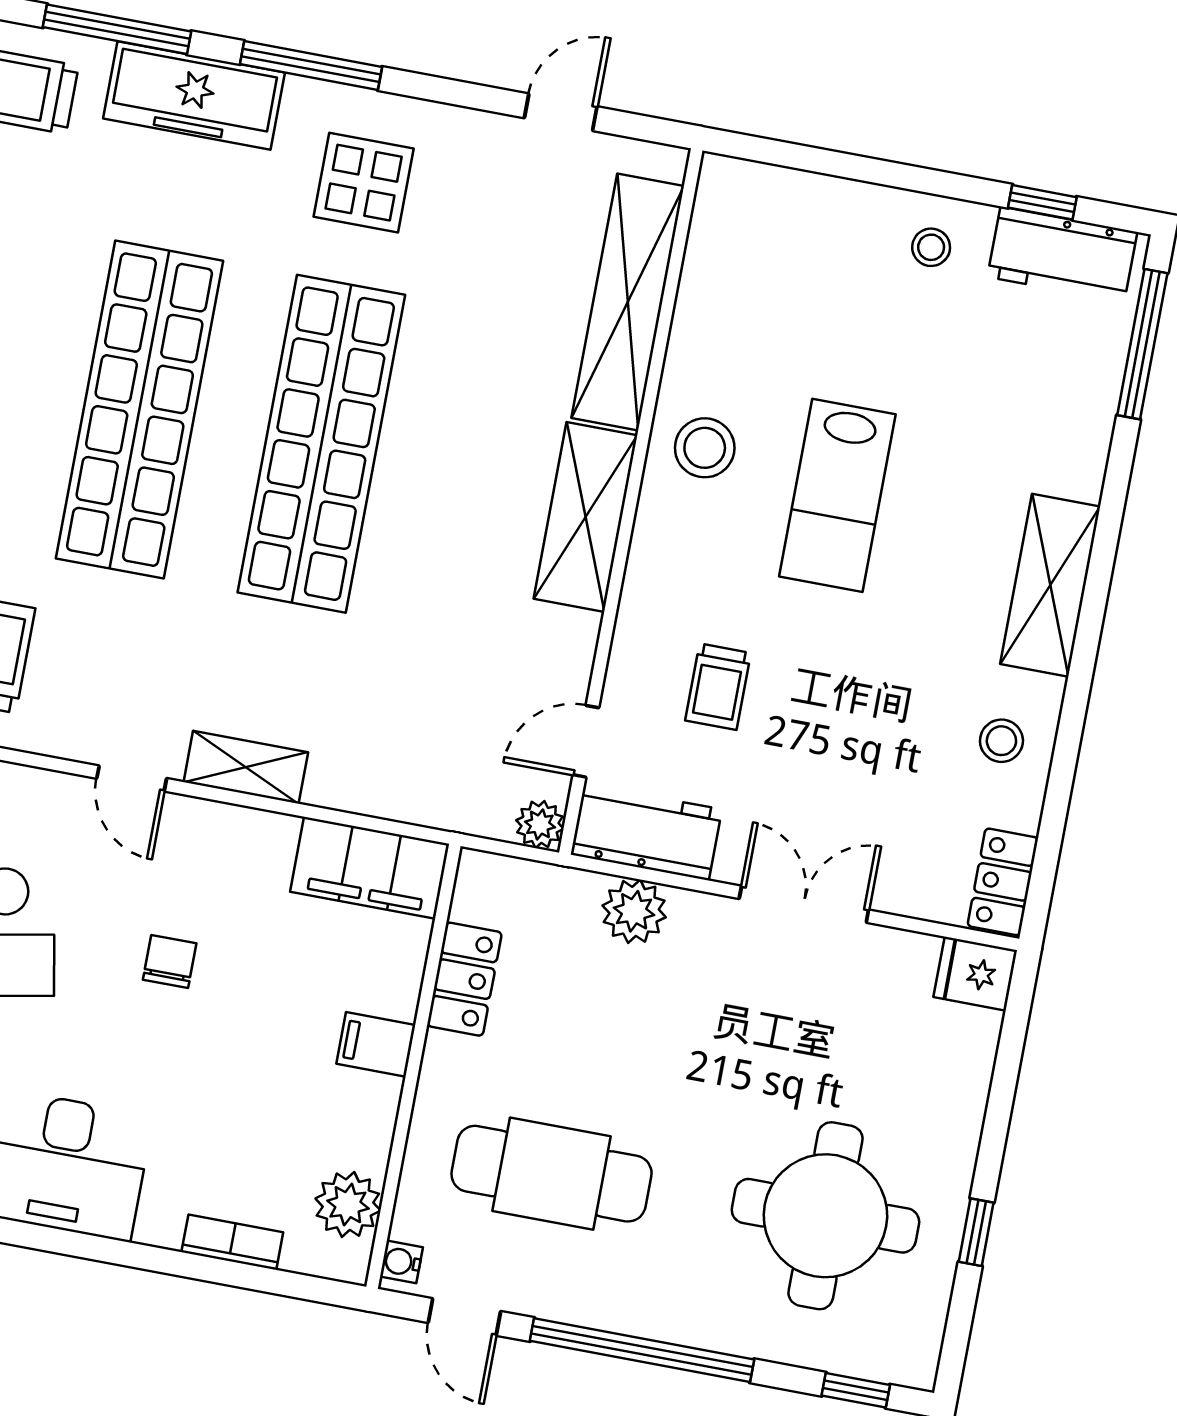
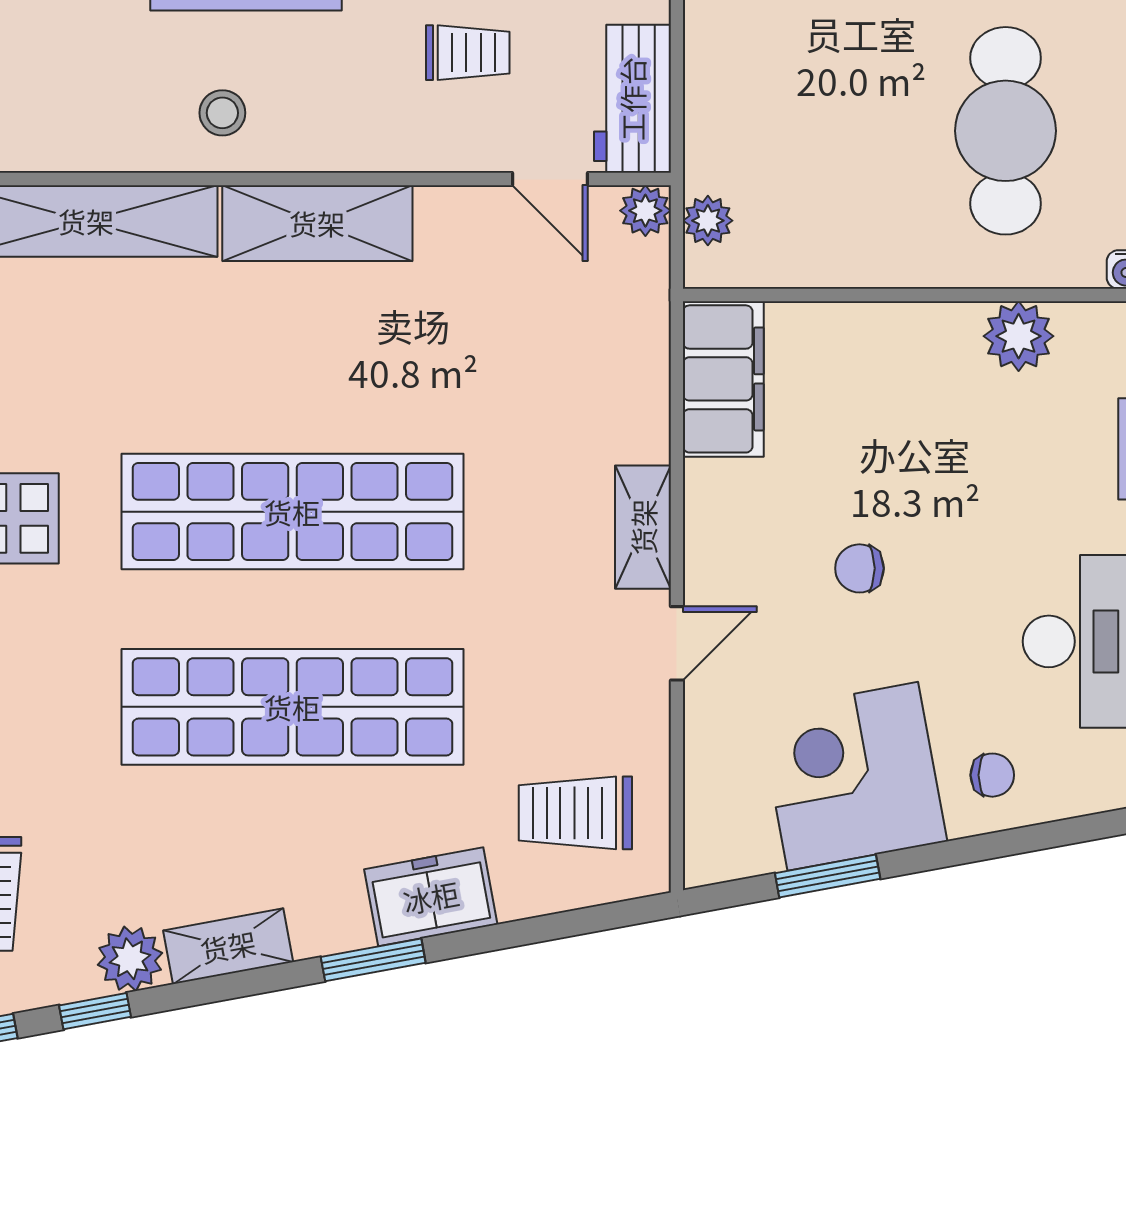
stool: (705, 448) -> (222, 113), width x0.73, depth x0.73
plant: (634, 911) -> (708, 221), moved, width x0.73, depth x0.73
locker: (464, 979) -> (820, 259), removed
filing cabinet: (376, 1044) -> (905, 338), removed
plant: (348, 1205) -> (1019, 336), moved

